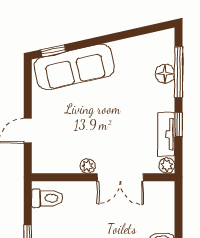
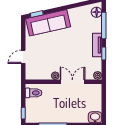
floor lamp: (165, 74) -> (97, 12), moved
tv unit: (166, 134) -> (97, 45), moved
double door: (120, 177) -> (72, 82), swing flipped

